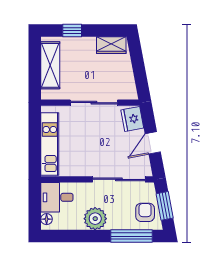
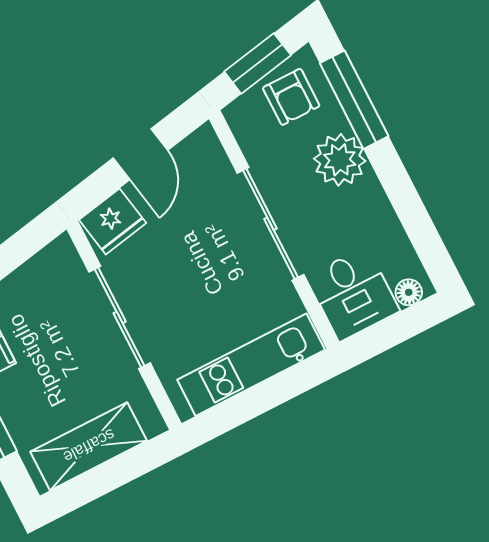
door: (153, 143) -> (140, 154), hinge flipped
sliding door: (119, 179) -> (271, 224), moved
armchair: (145, 212) -> (291, 97), turned -90
plant: (95, 219) -> (340, 160), moved

